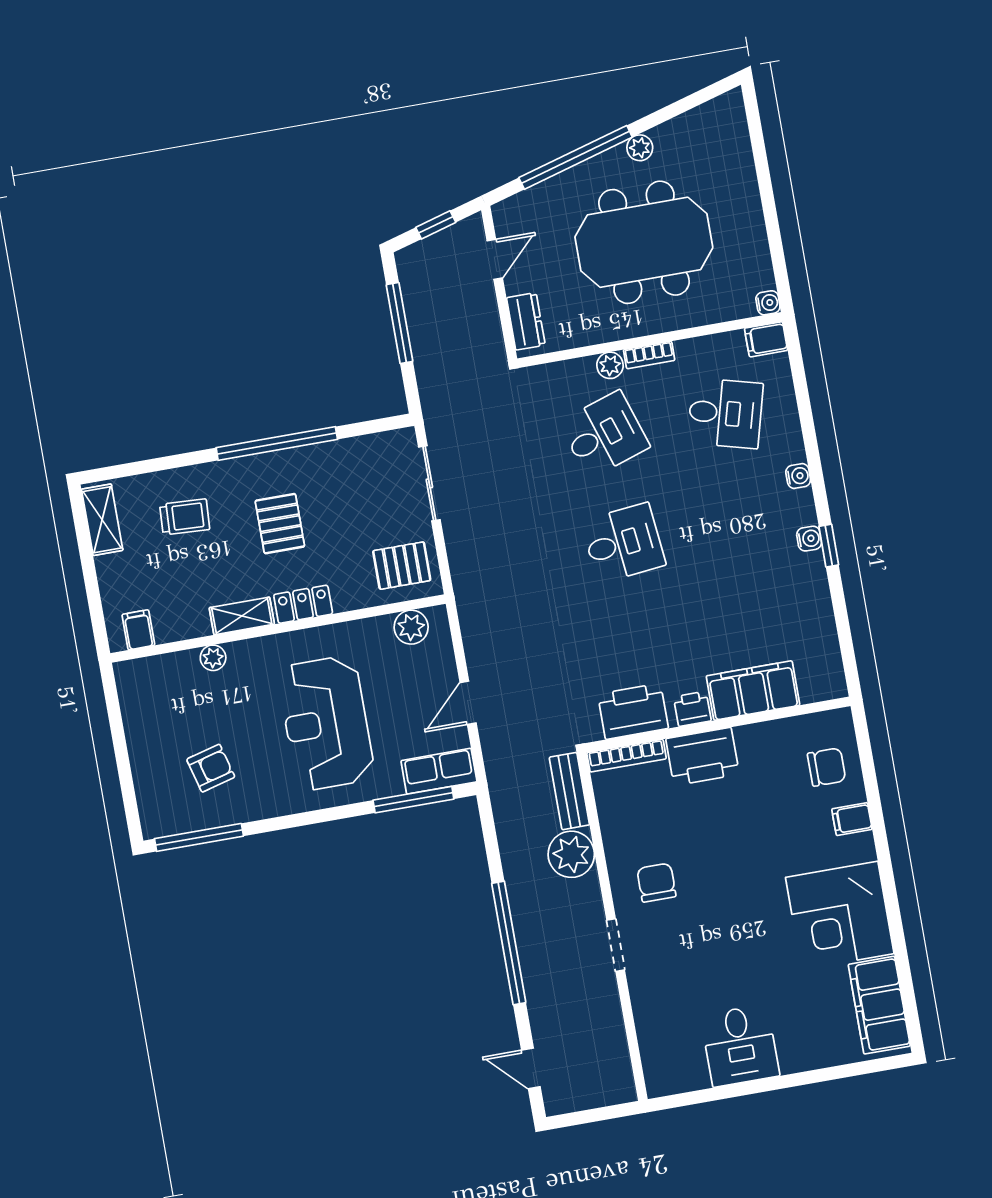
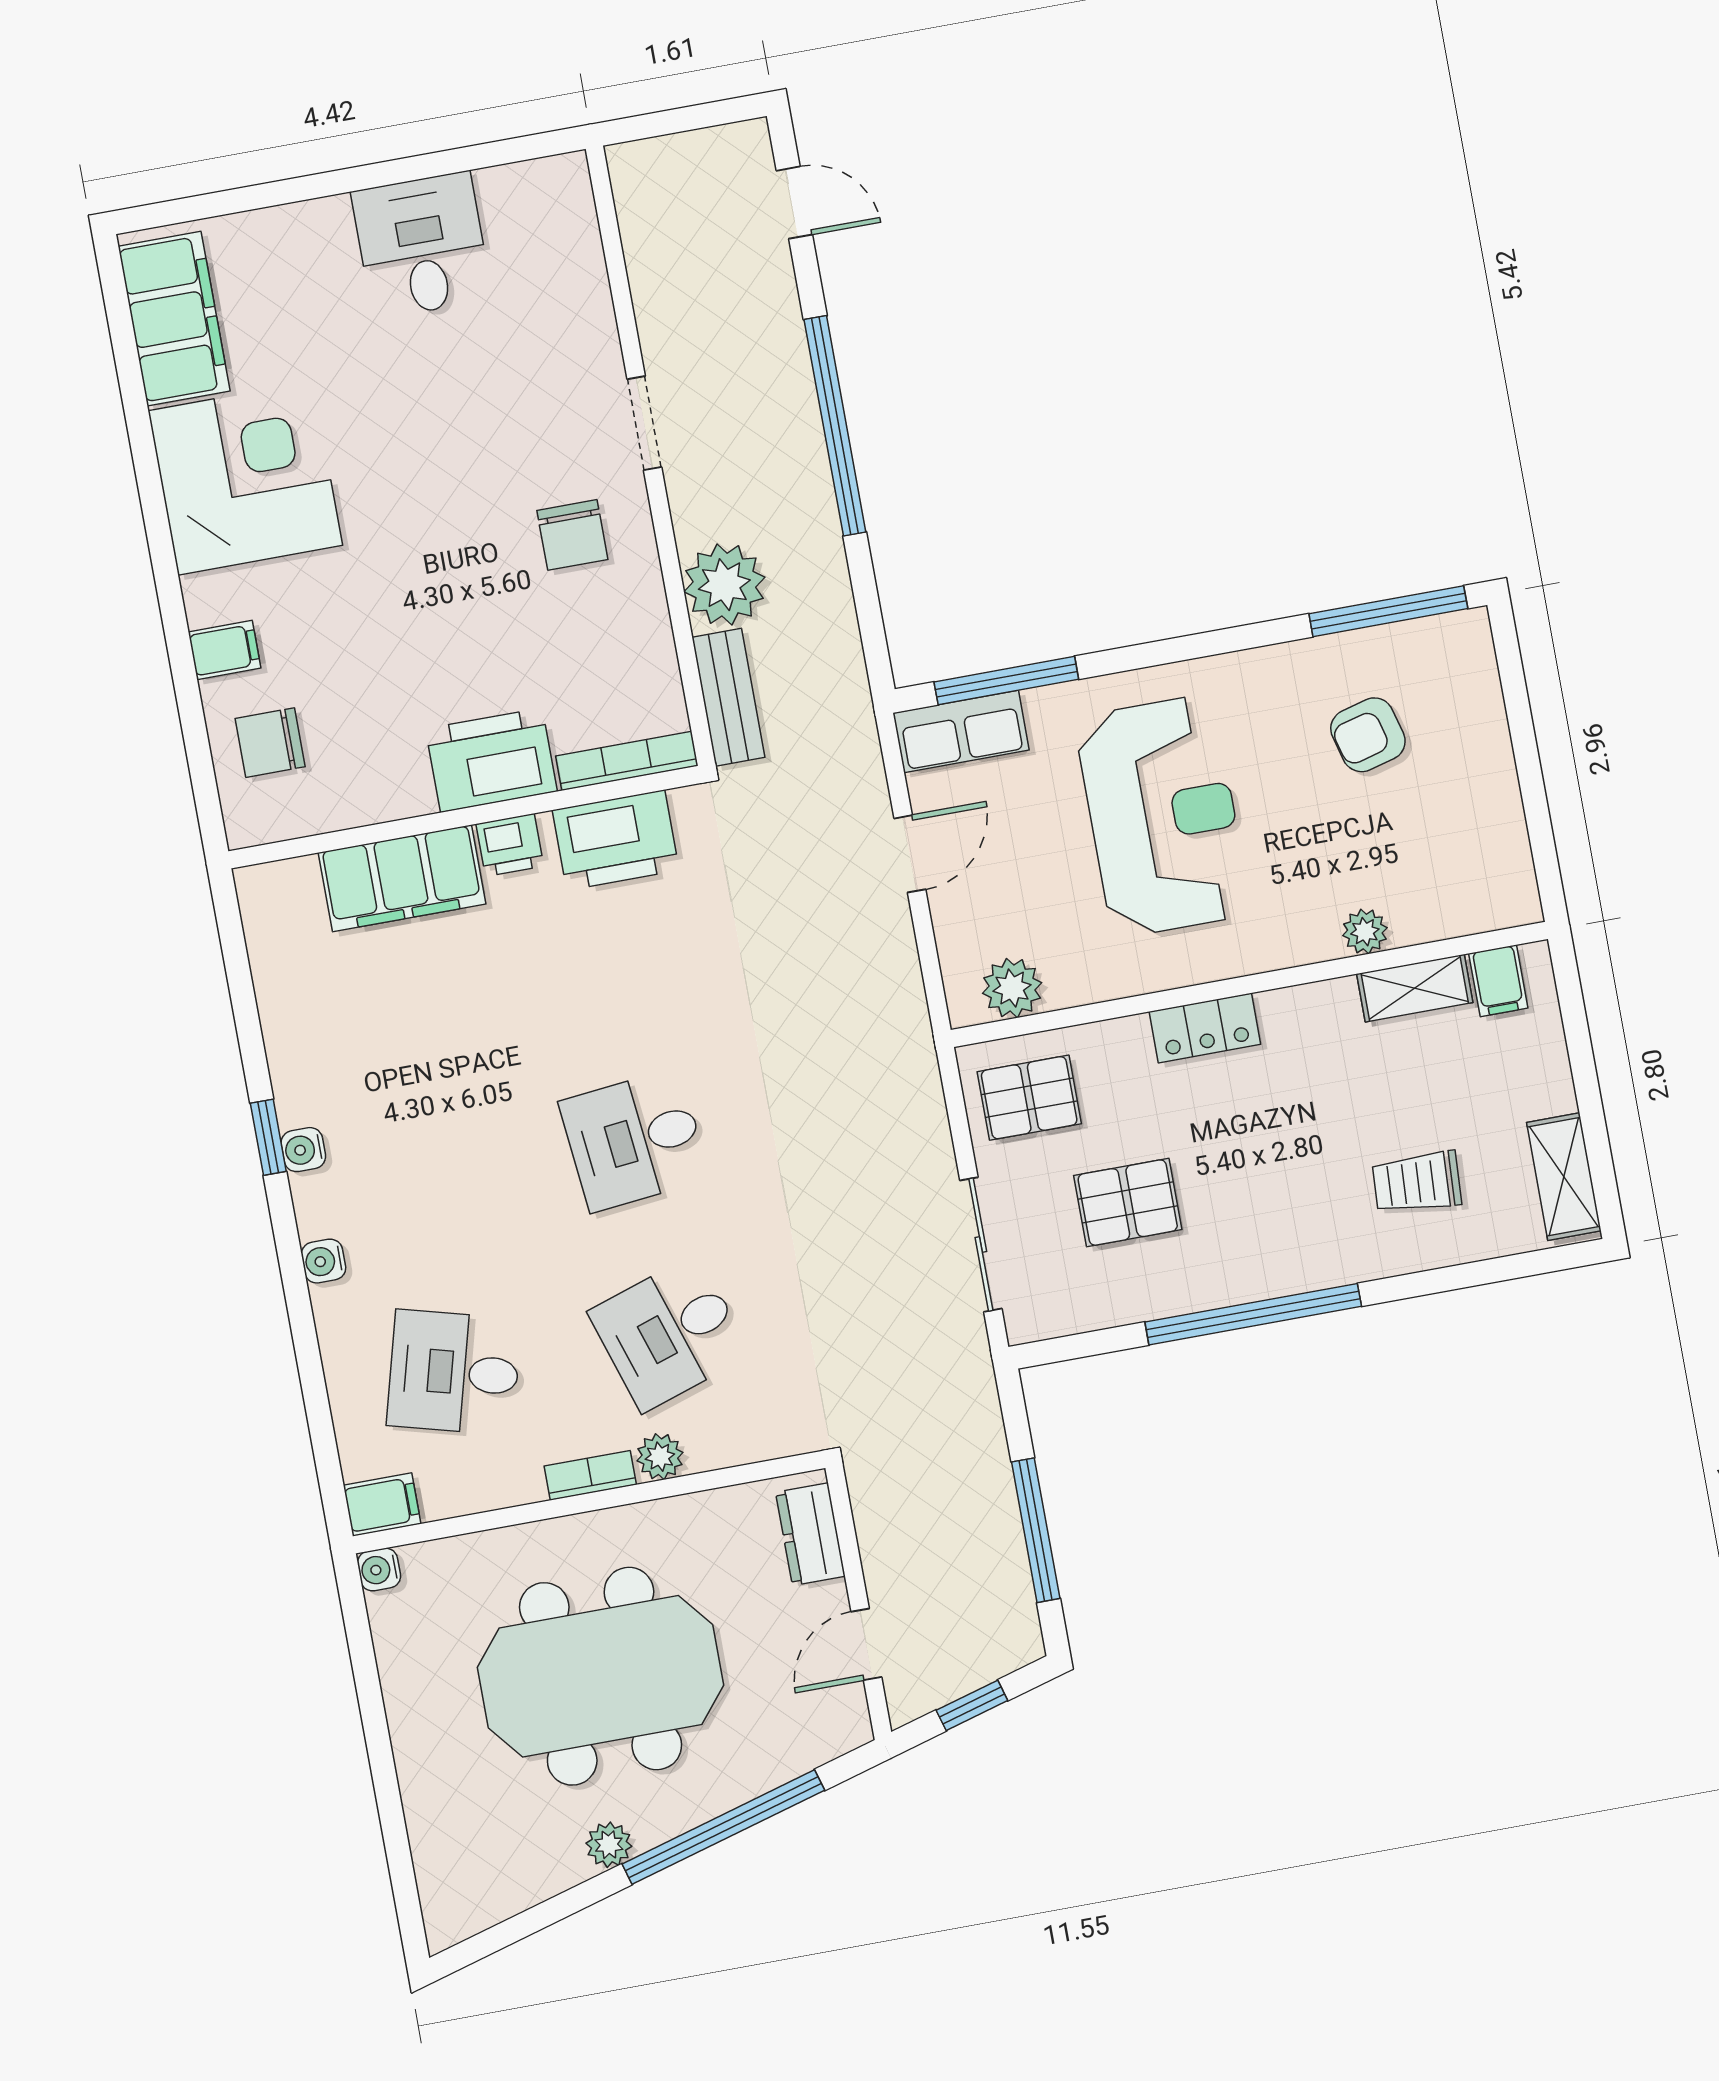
pallet: (280, 524) -> (1128, 1203), moved, turned 90
shelving: (242, 616) -> (1415, 988), moved

